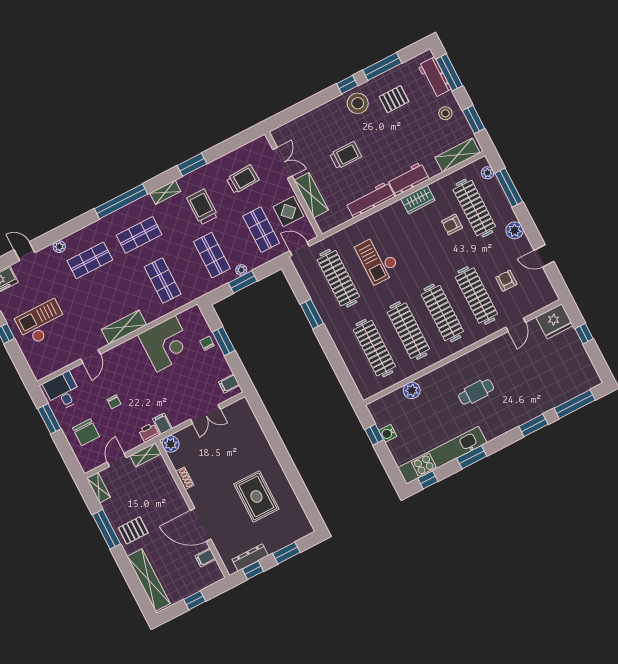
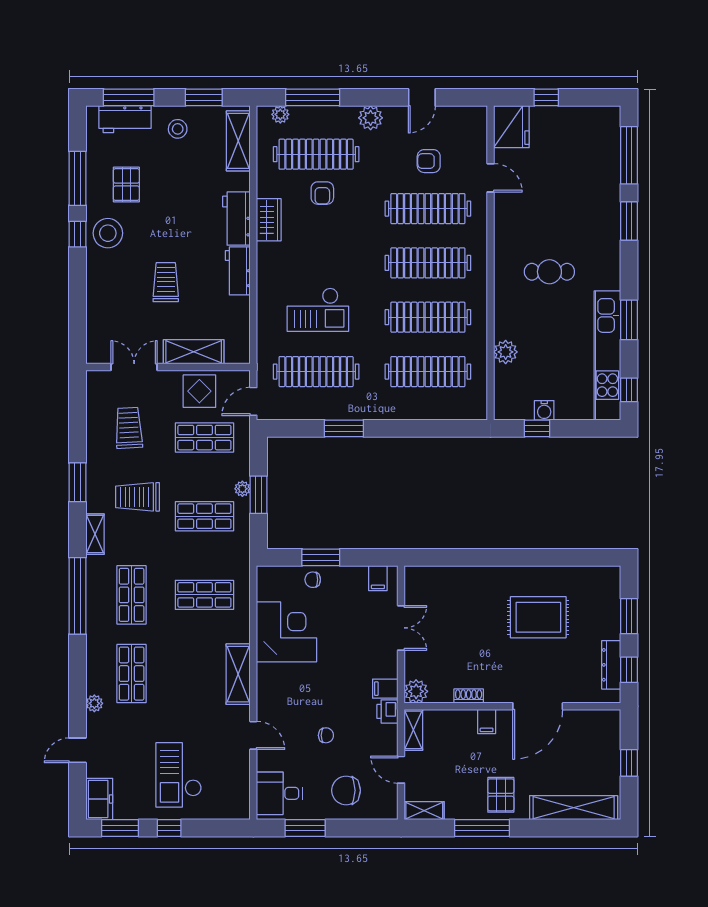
workbench: (370, 200) -> (238, 271), width x0.73
cafe table: (476, 392) -> (549, 272), turned 90
chair: (86, 432) -> (346, 790), turned 180
filing cabinet: (205, 558) -> (487, 721), moved

